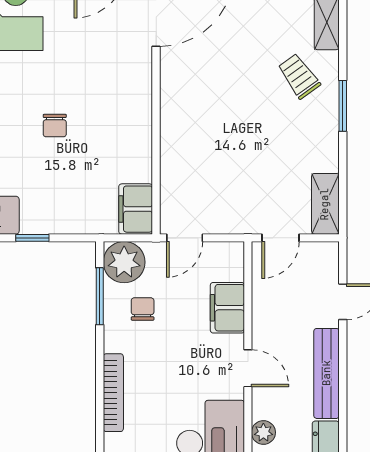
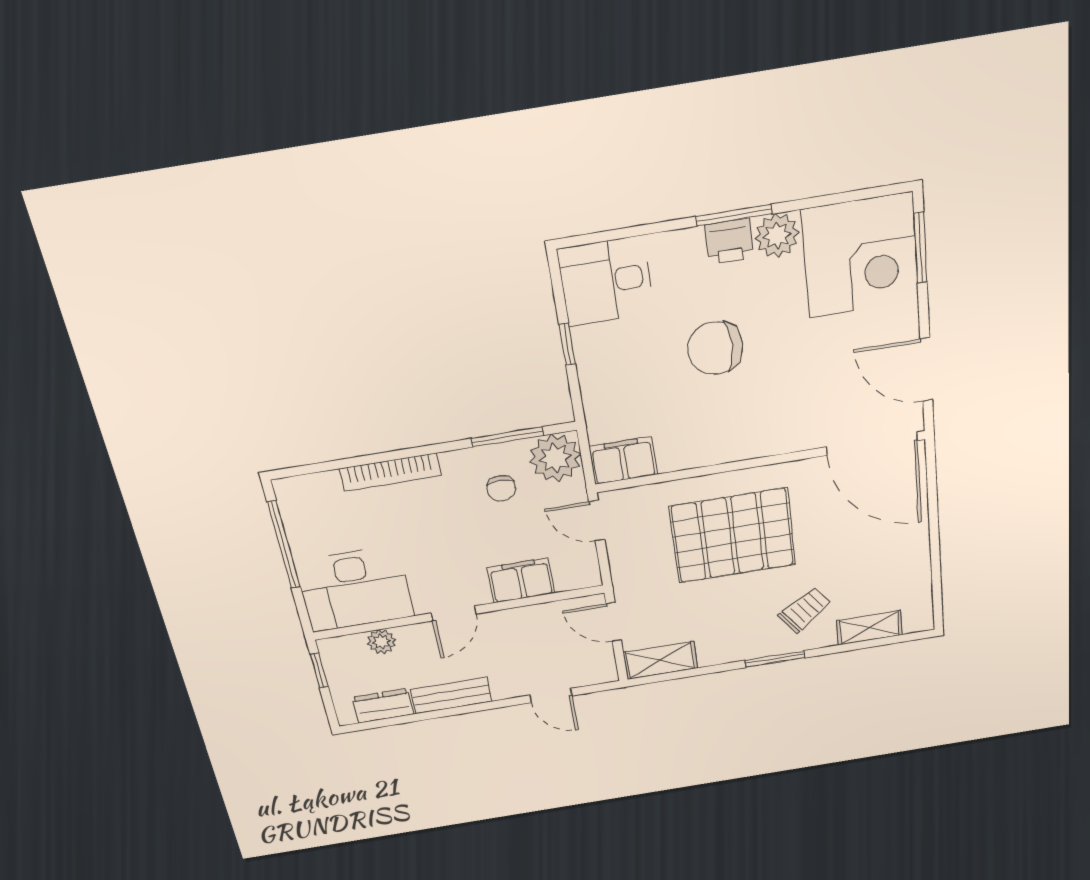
chair: (55, 125) -> (715, 348), width x1.87, depth x1.87
pallet: (218, 129) -> (733, 536), added
chair: (143, 309) -> (501, 488), turned 91
bench: (327, 373) -> (452, 695), width x0.73

